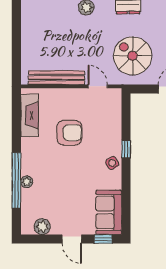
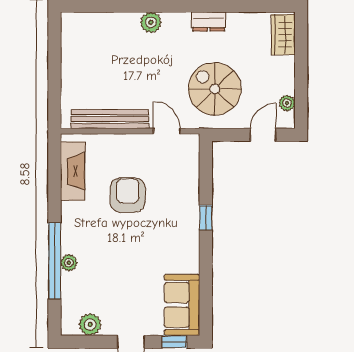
armchair: (69, 133) -> (128, 195), turned -90
side table: (112, 163) -> (187, 237), removed

